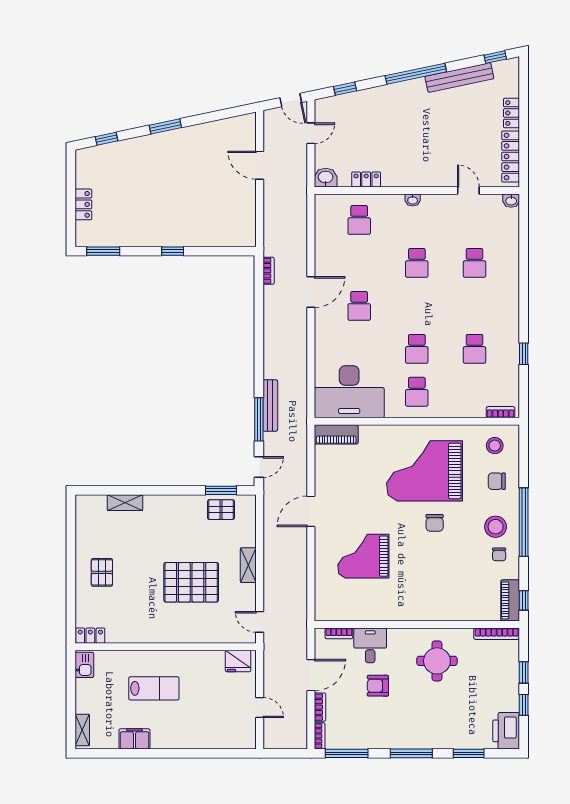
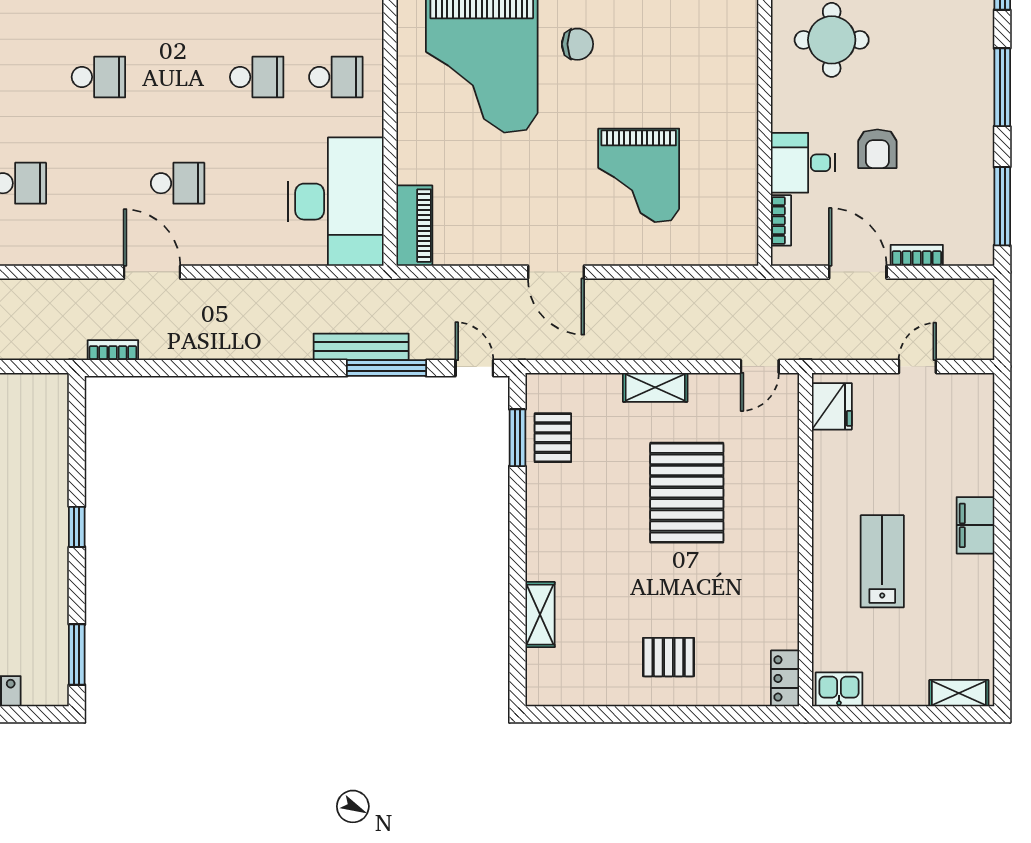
bookcase: (320, 736) -> (970, 256), removed
filing cabinet: (135, 739) -> (975, 525), moved

